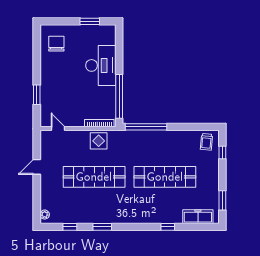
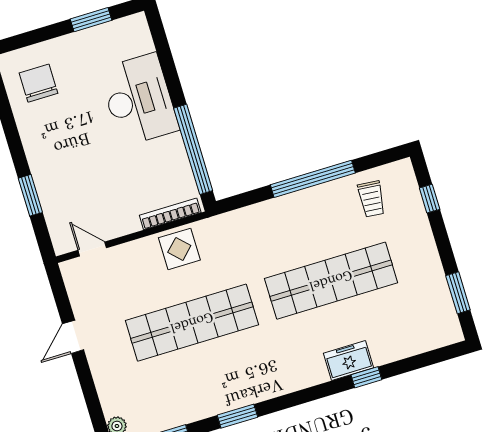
window: (146, 127) -> (313, 179), moved
trolley: (206, 142) -> (371, 199), moved
freezer: (198, 217) -> (349, 361), moved, width x0.71

